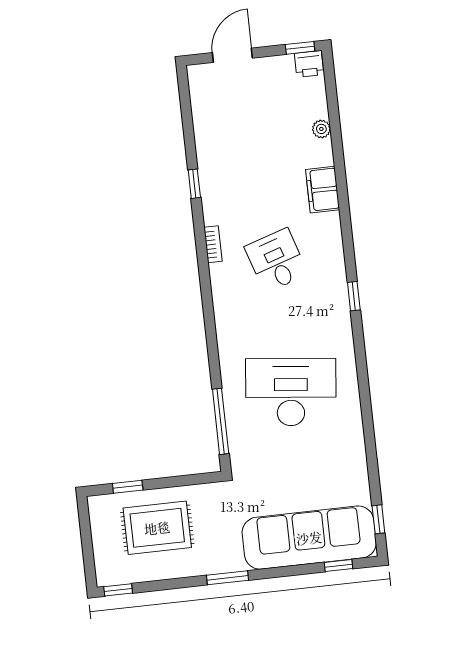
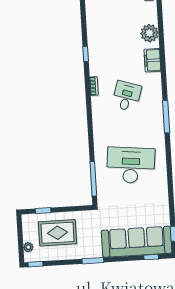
plant: (321, 129) -> (149, 33), width x1.88, depth x1.88
desk: (276, 260) -> (127, 96), turned 36
window: (354, 296) -> (166, 117), width x2.17
plant: (103, 558) -> (28, 247), added

